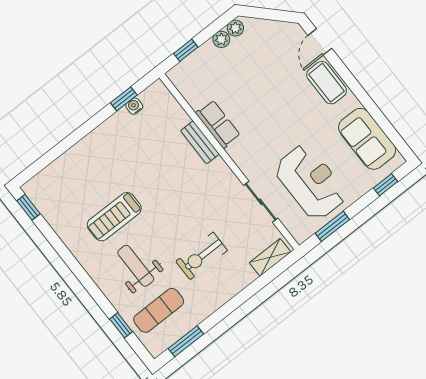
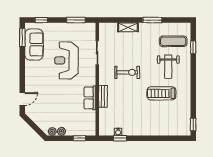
coffee table: (326, 83) -> (33, 80), removed
window: (393, 135) -> (22, 38), added
reception desk: (311, 182) -> (66, 60), moved
treadmill: (114, 217) -> (161, 93), turned 180
exercise bike: (202, 256) -> (127, 72), moved
shelving: (270, 257) -> (128, 27), moved
window: (186, 341) -> (152, 20), moved

